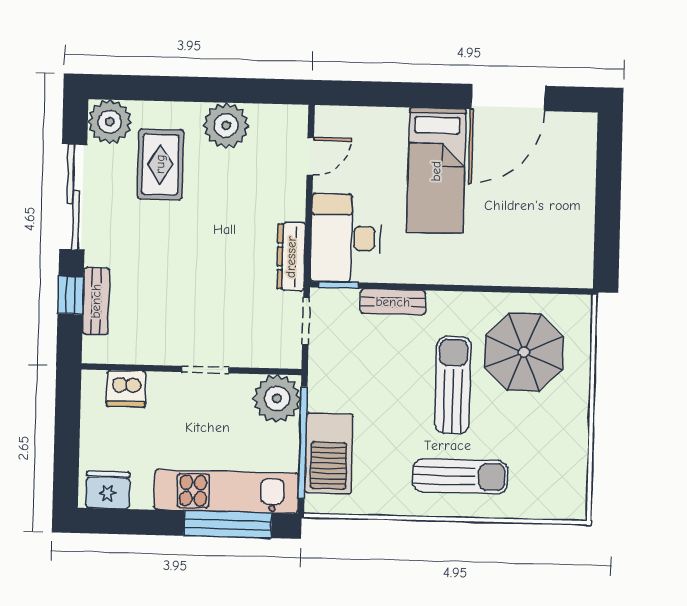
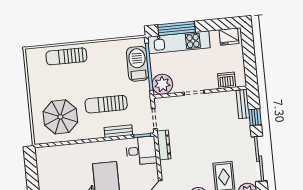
desk: (346, 238) -> (141, 151), width x0.73
bench: (96, 301) -> (243, 104), moved
sun lounger: (453, 385) -> (106, 104), moved, turned 90
sun lounger: (460, 476) -> (66, 56), moved

